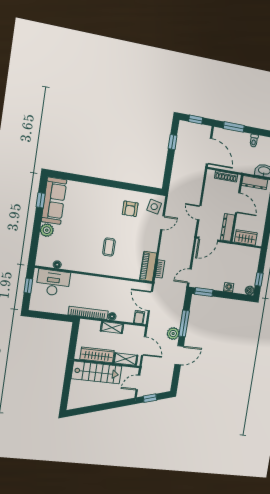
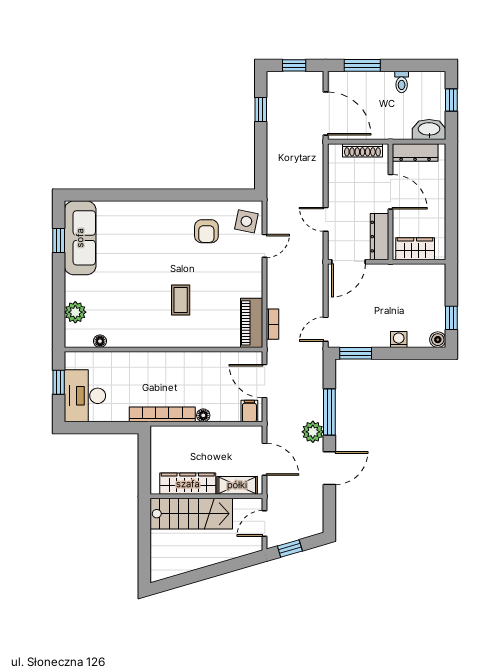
plant: (47, 230) -> (75, 312), moved
desk: (53, 283) -> (85, 396), moved, turned -90
shelving: (112, 327) -> (206, 434), removed

